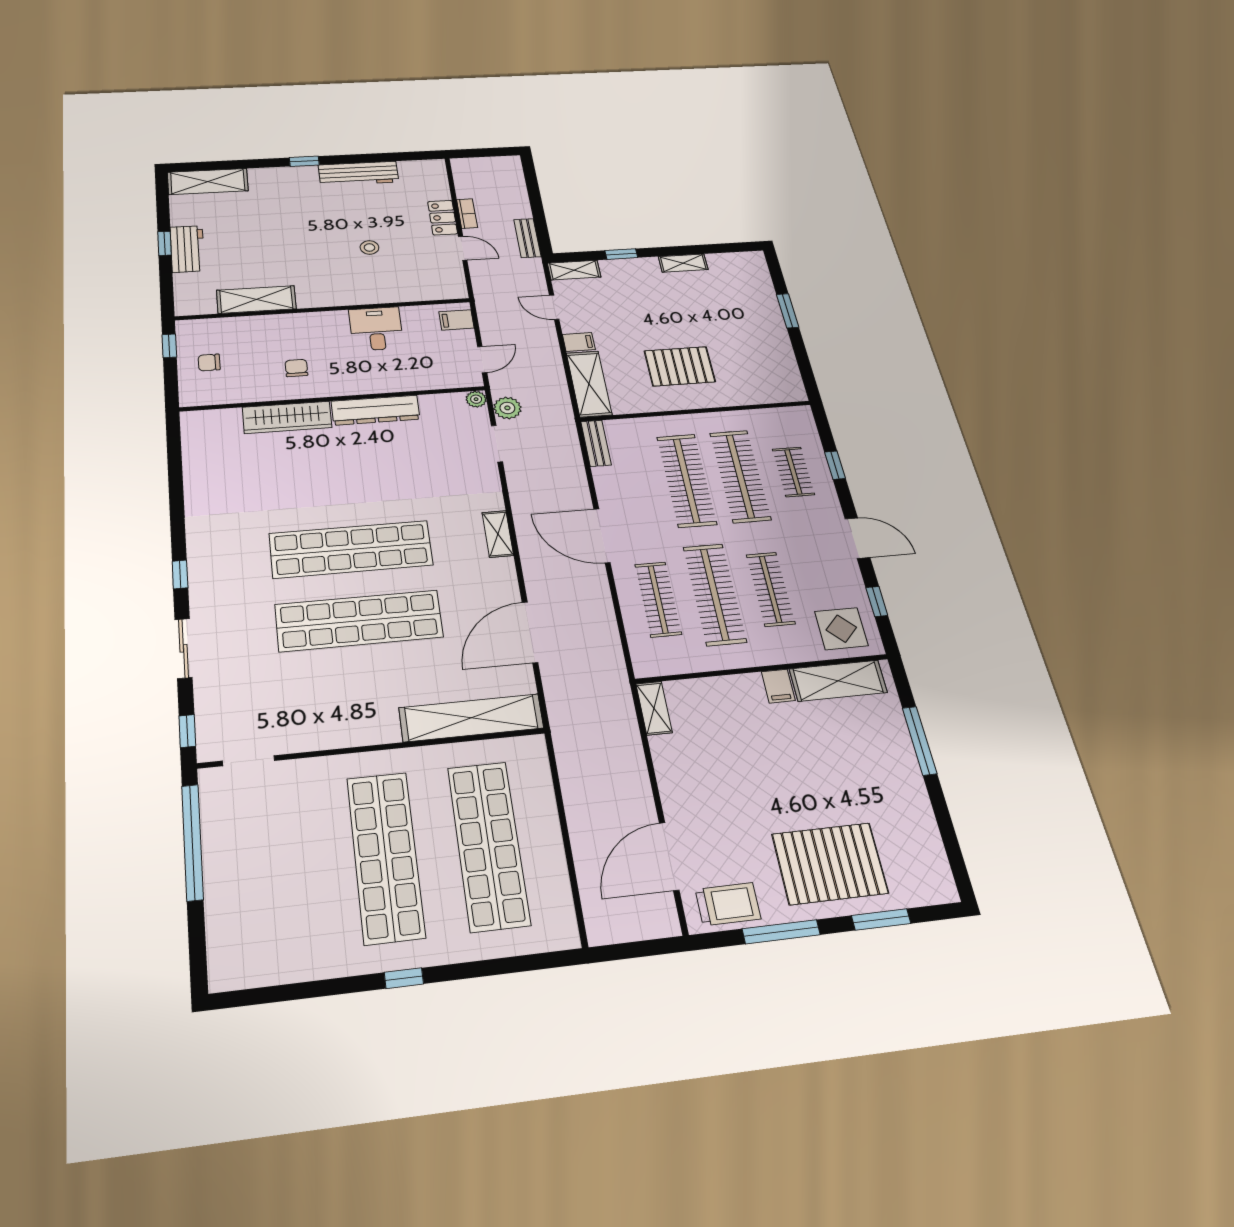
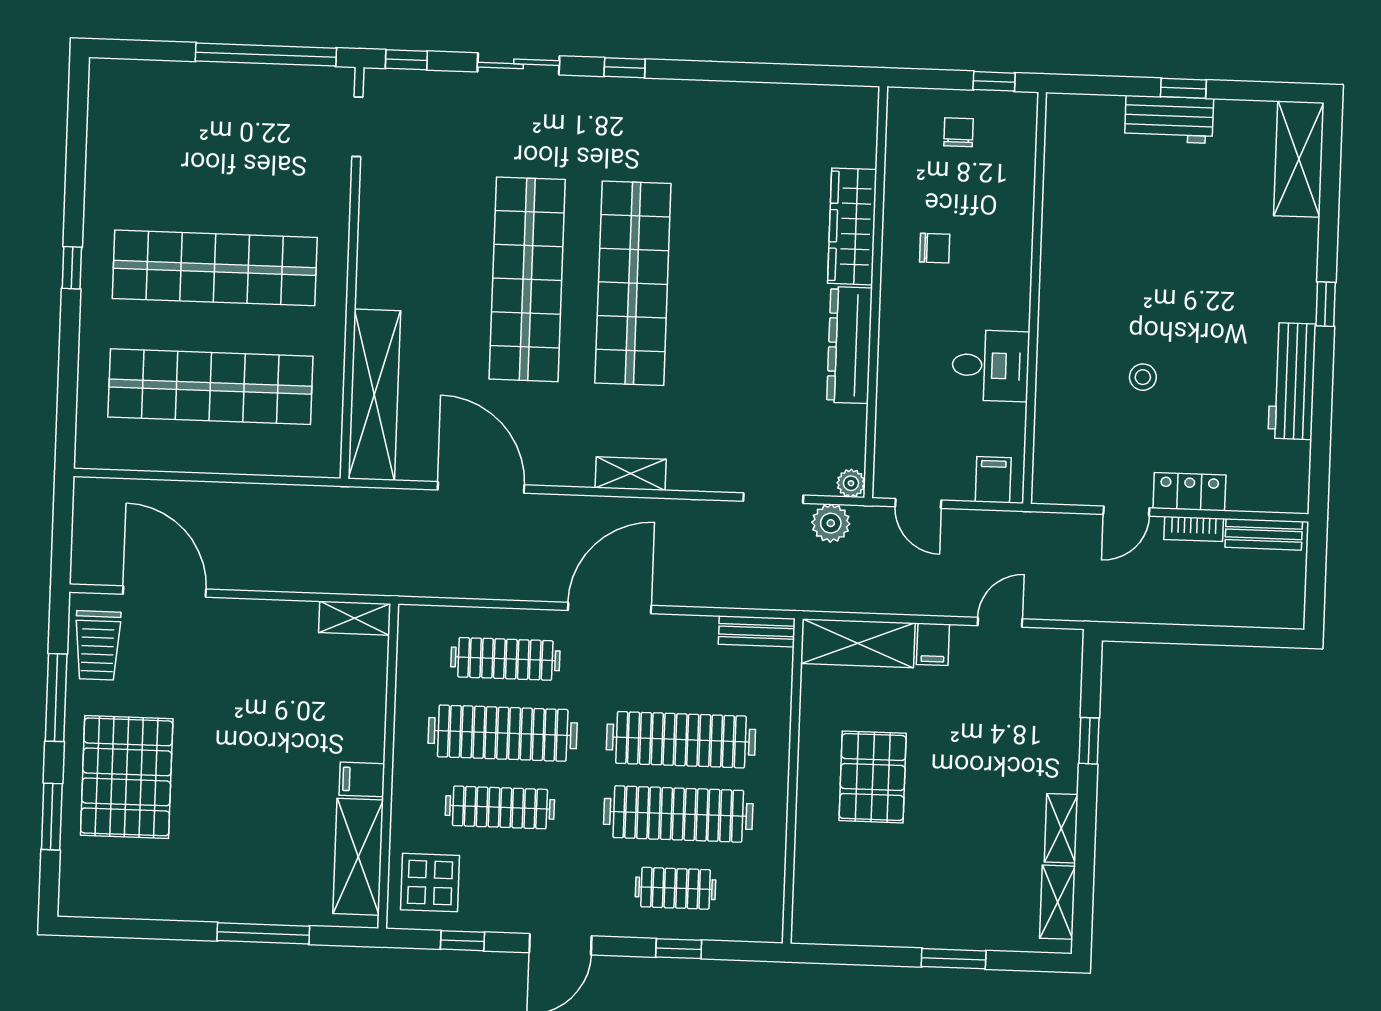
bench: (527, 238) -> (1264, 534), moved
shelving: (574, 270) -> (1057, 902), moved
shelving: (256, 300) -> (1063, 207), removed

